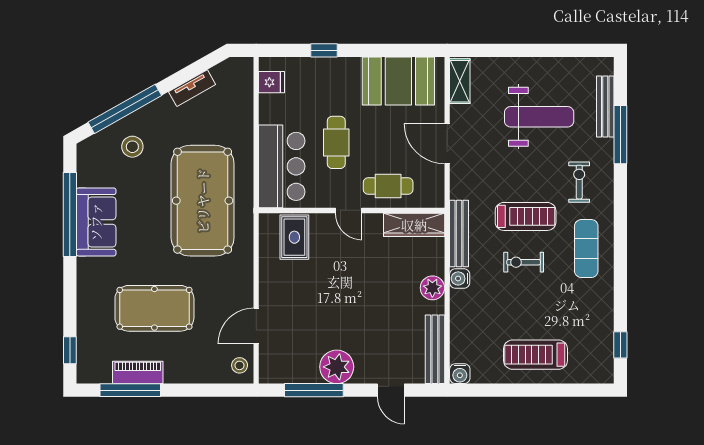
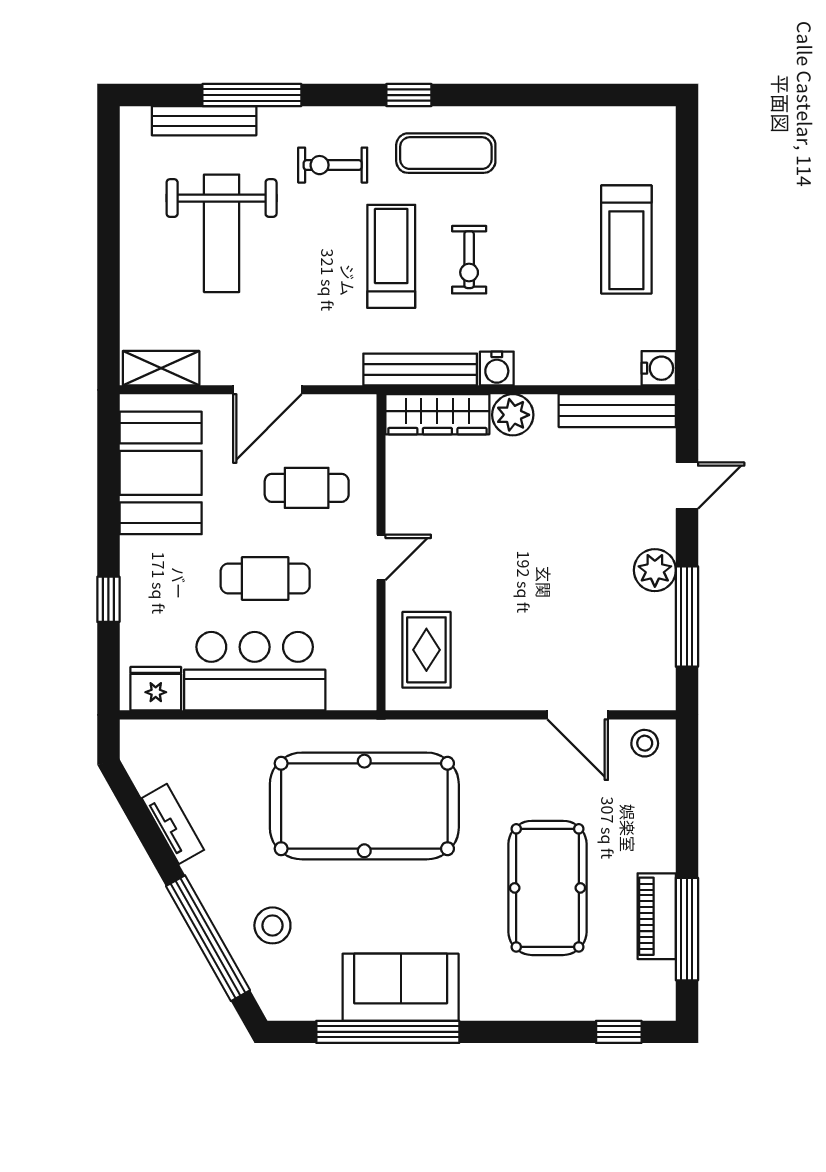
fridge: (272, 82) -> (156, 689), width x1.38
weight bench: (539, 117) -> (222, 233), turned 180
bar counter: (282, 166) -> (255, 671), moved
cafe table: (388, 186) -> (307, 488), moved, turned 90
wardrobe: (414, 225) -> (437, 414), moved, turned 90
rug: (294, 237) -> (426, 650), turned 90
window: (620, 345) -> (409, 95), moved
plant: (337, 367) -> (655, 570), width x0.73, depth x0.73

